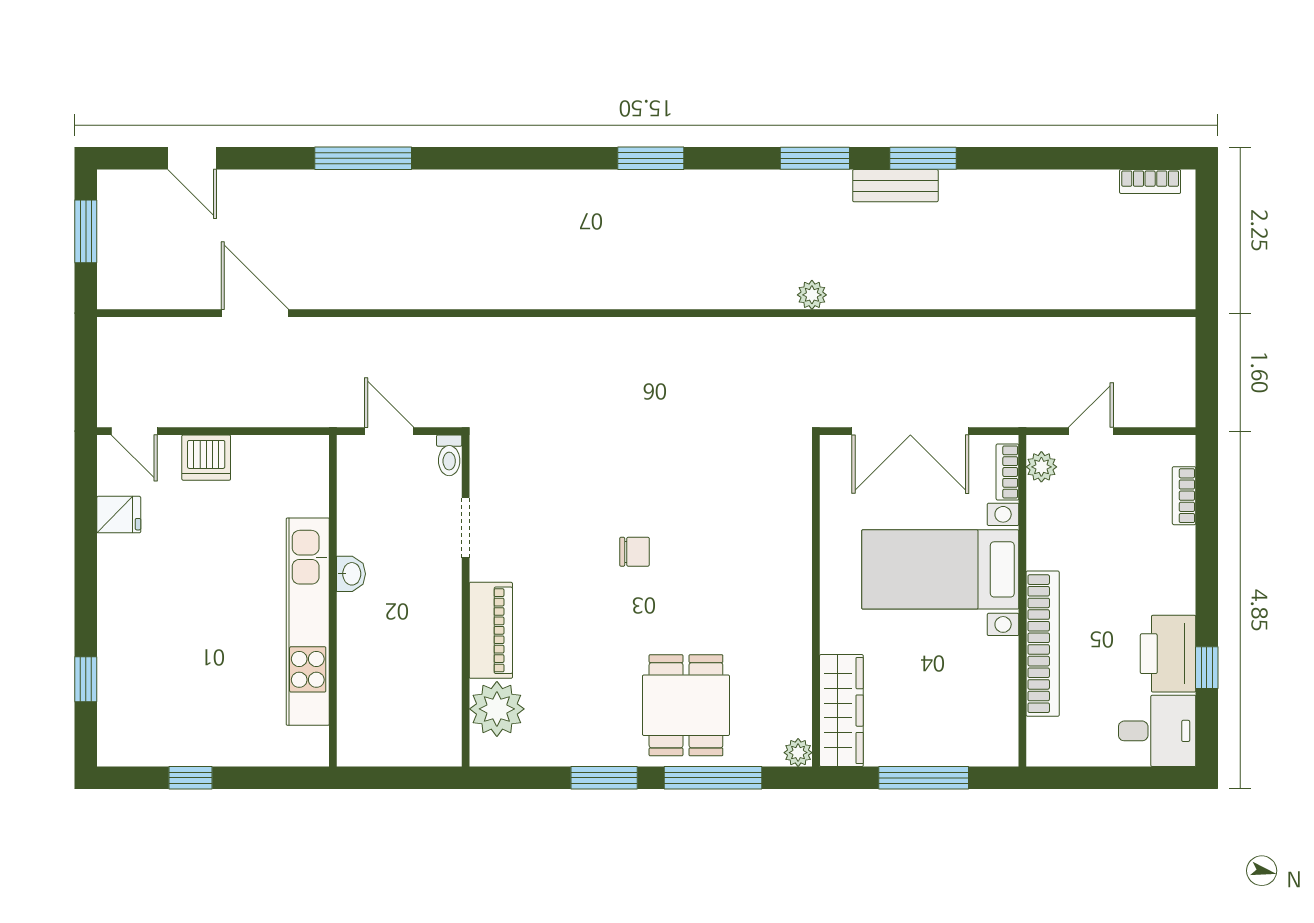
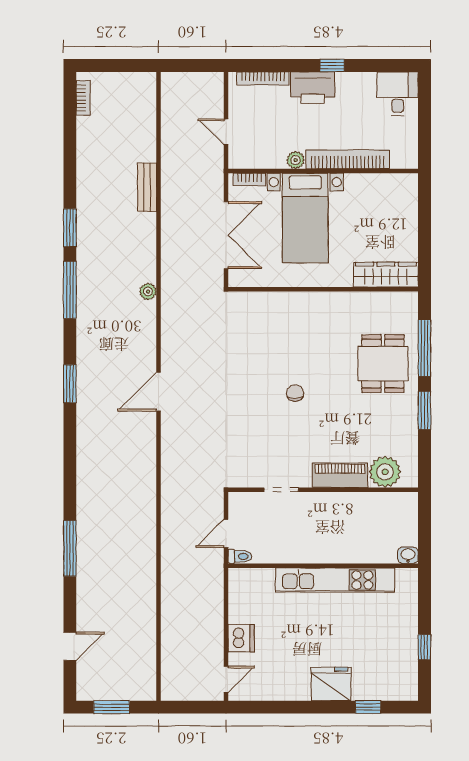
window: (815, 158) -> (70, 290), width x1.44
bench: (895, 186) -> (147, 187), moved
door: (255, 313) -> (159, 392), moved
toilet: (449, 455) -> (240, 556), moved
plant: (1041, 467) -> (296, 160), moved
bookcase: (1184, 496) -> (263, 78), width x1.56
fridge: (119, 515) -> (331, 684), moved, width x1.88, depth x1.34
washbasin: (351, 574) -> (408, 555), moved
printer: (1168, 654) -> (313, 88), moved
window: (1207, 668) -> (332, 65), moved
dining table: (686, 705) -> (383, 364), turned 90
plant: (798, 753) -> (410, 299), removed
window: (924, 778) -> (424, 228), removed

